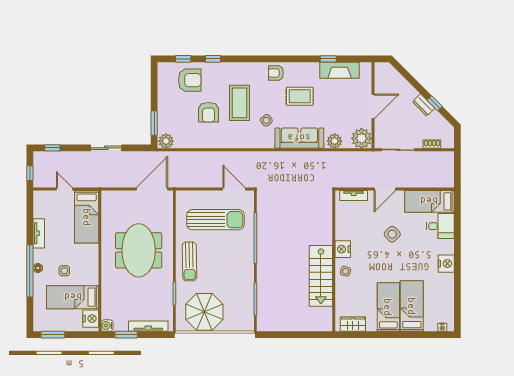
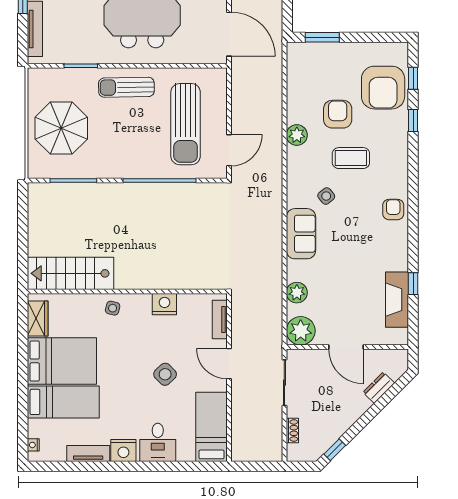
armchair: (190, 80) -> (383, 88), width x1.36, depth x1.36
rug: (300, 96) -> (360, 243), removed
coffee table: (239, 103) -> (351, 158), width x0.73, depth x0.76
window: (435, 103) -> (335, 450), moved
dresser: (424, 105) -> (379, 388), moved
armchair: (208, 112) -> (338, 114), turned 90
sofa: (299, 138) -> (301, 234), width x0.73
plant: (166, 141) -> (297, 135), moved
desk: (440, 226) -> (158, 442), moved
nightstand: (343, 249) -> (164, 304), moved
stairs: (321, 276) -> (70, 273), moved
tv unit: (448, 289) -> (88, 454), added
bed: (388, 307) -> (62, 361), width x1.50
parasol: (204, 312) -> (61, 128), moved

